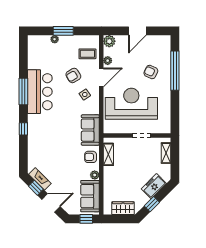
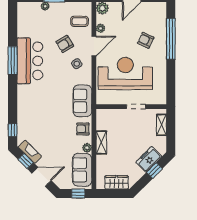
window: (23, 129) -> (13, 130), moved
shelving: (108, 154) -> (101, 142), moved
window: (152, 204) -> (154, 171), moved

